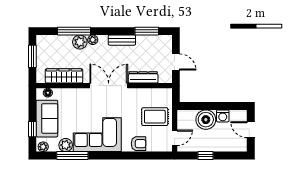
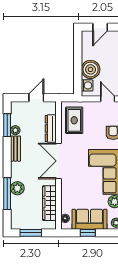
plant: (93, 40) -> (15, 130), moved
washing machine: (223, 116) -> (87, 85), moved
rug: (155, 117) -> (74, 120), moved
window: (32, 129) -> (88, 233), moved

